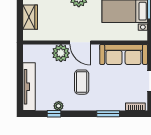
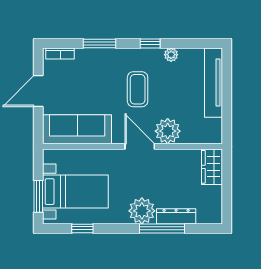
wardrobe: (30, 17) -> (212, 167), moved
window: (54, 114) -> (150, 43), moved

